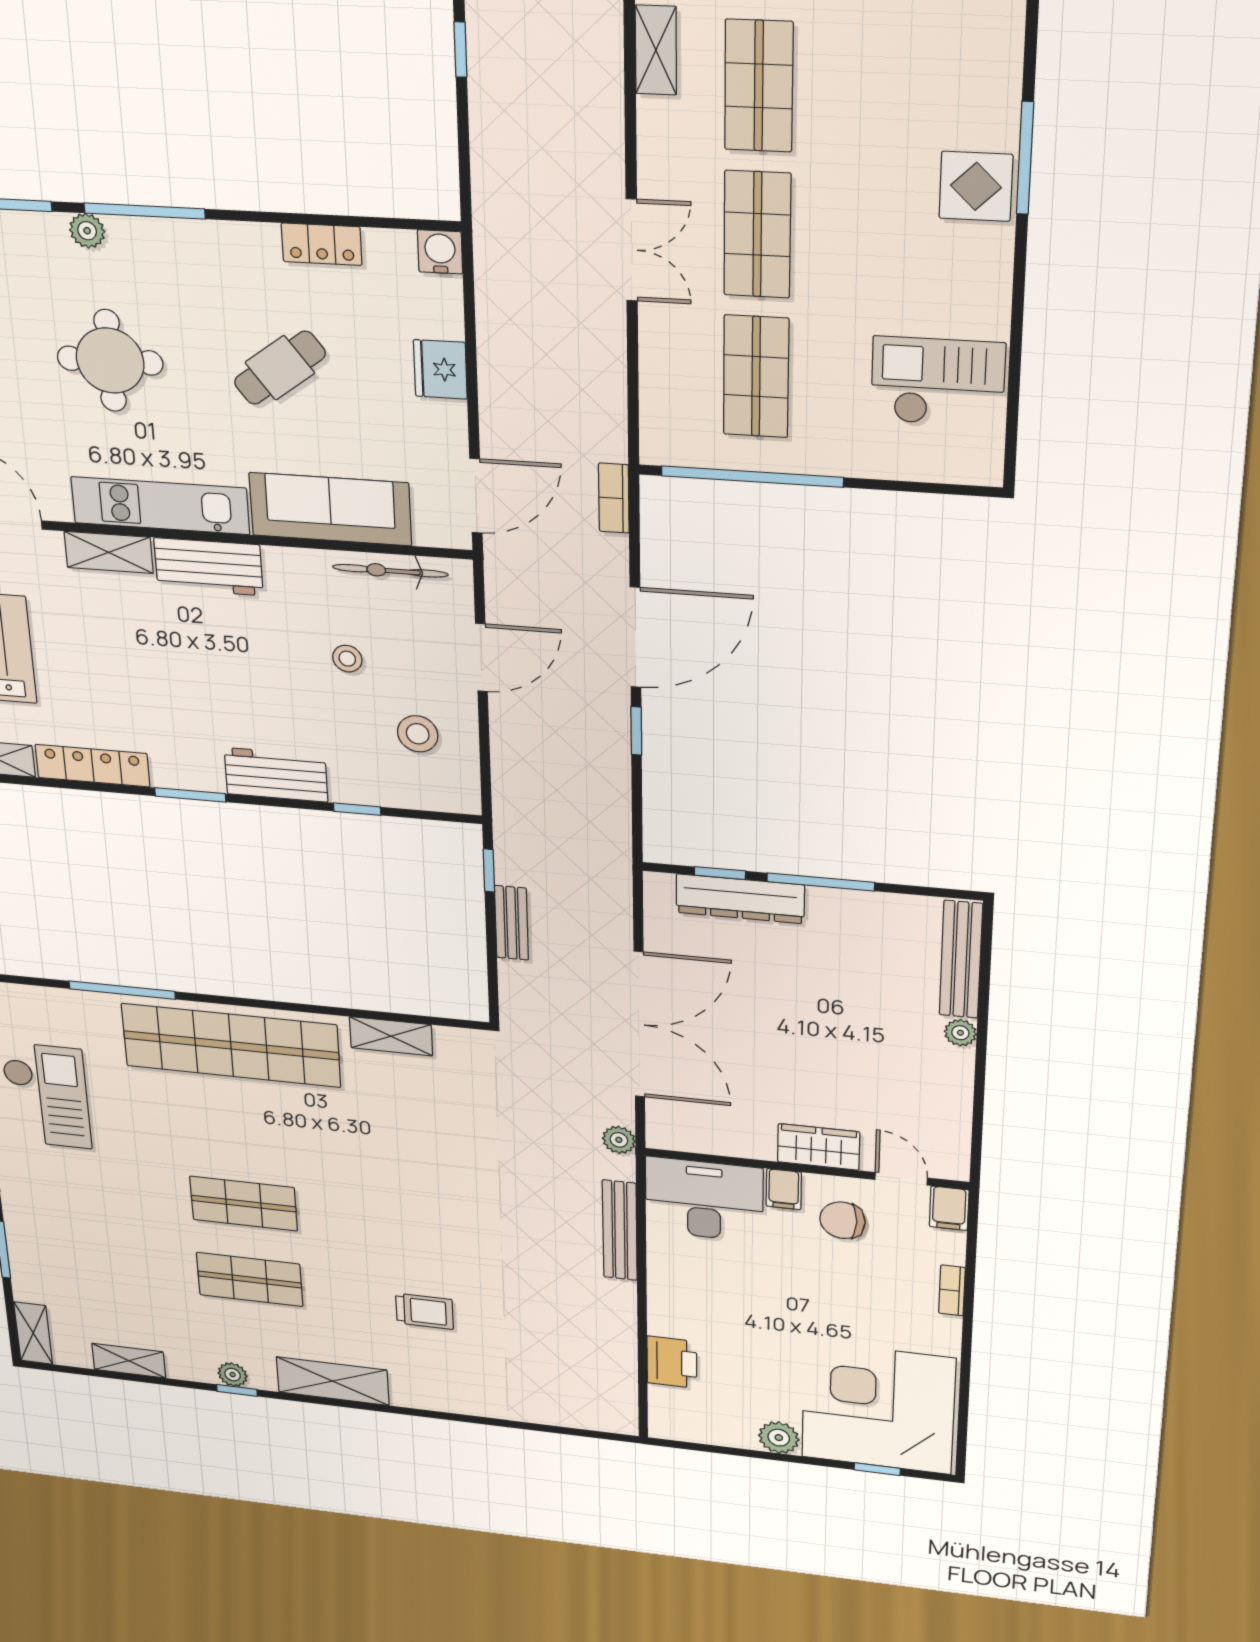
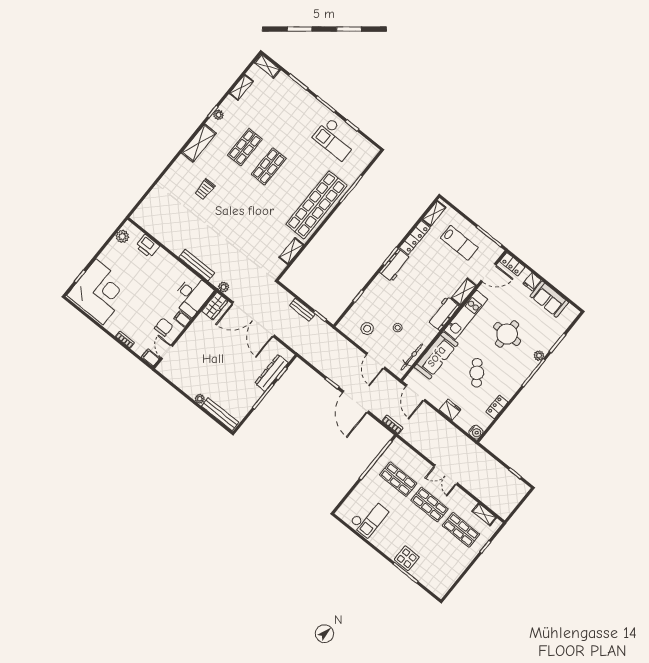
workbench: (276, 775) -> (395, 265), moved
wardrobe: (819, 1147) -> (215, 306), moved
door: (901, 1179) -> (167, 352), swing flipped
plant: (779, 1438) -> (122, 236), moved

